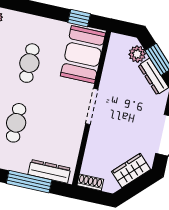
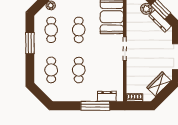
dresser: (49, 171) -> (107, 96), width x0.70

